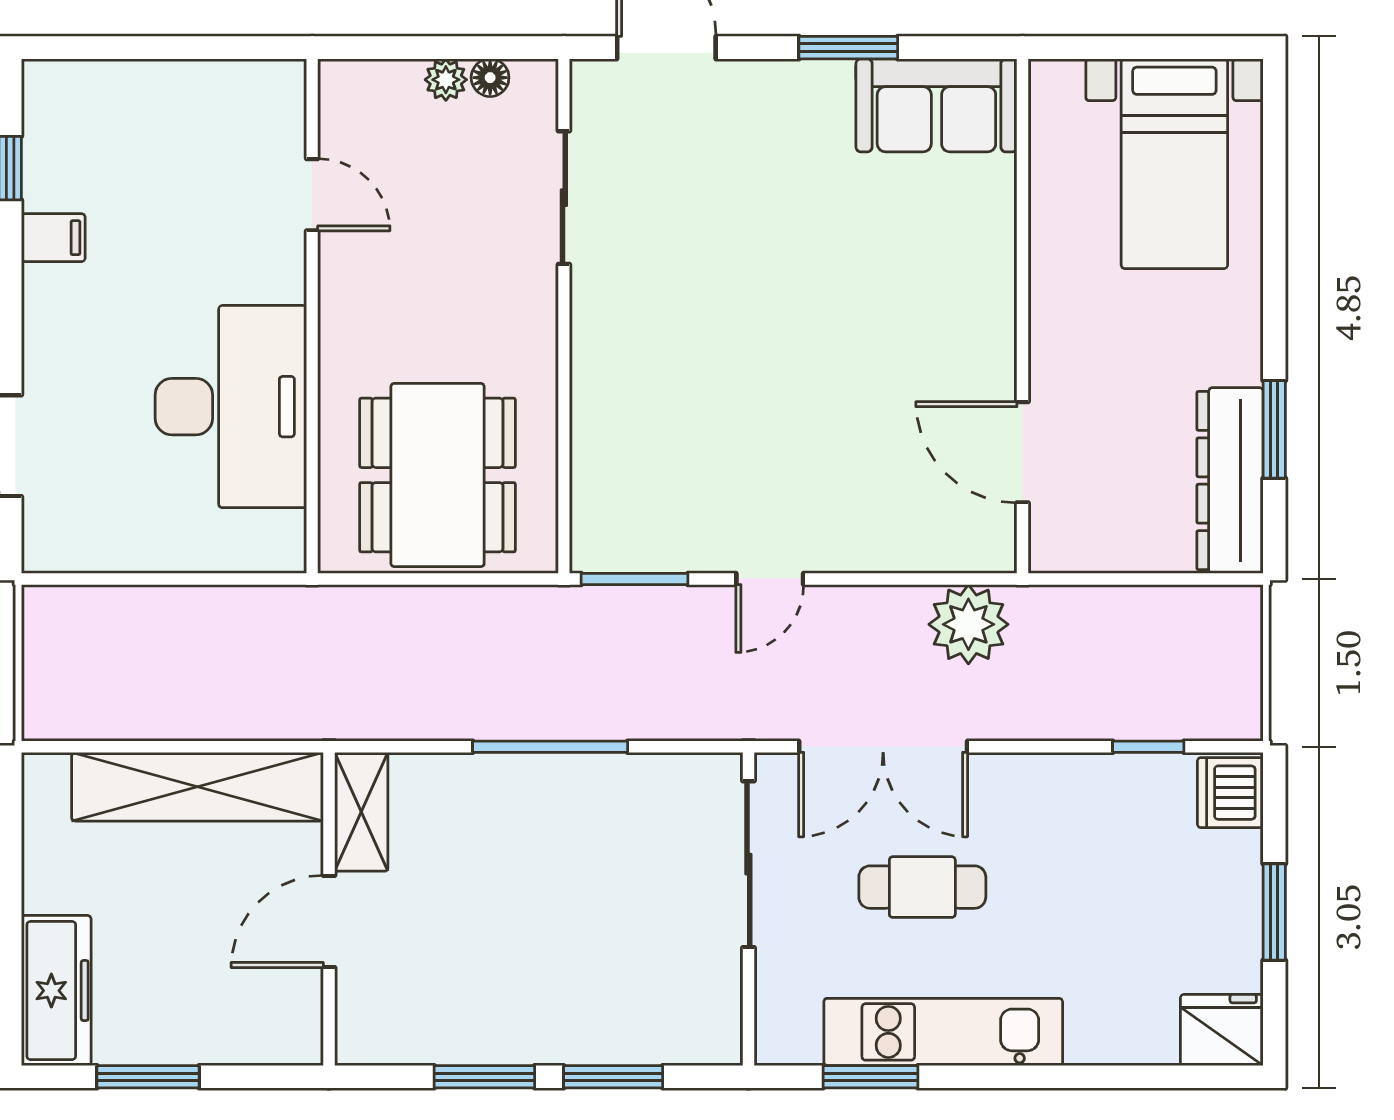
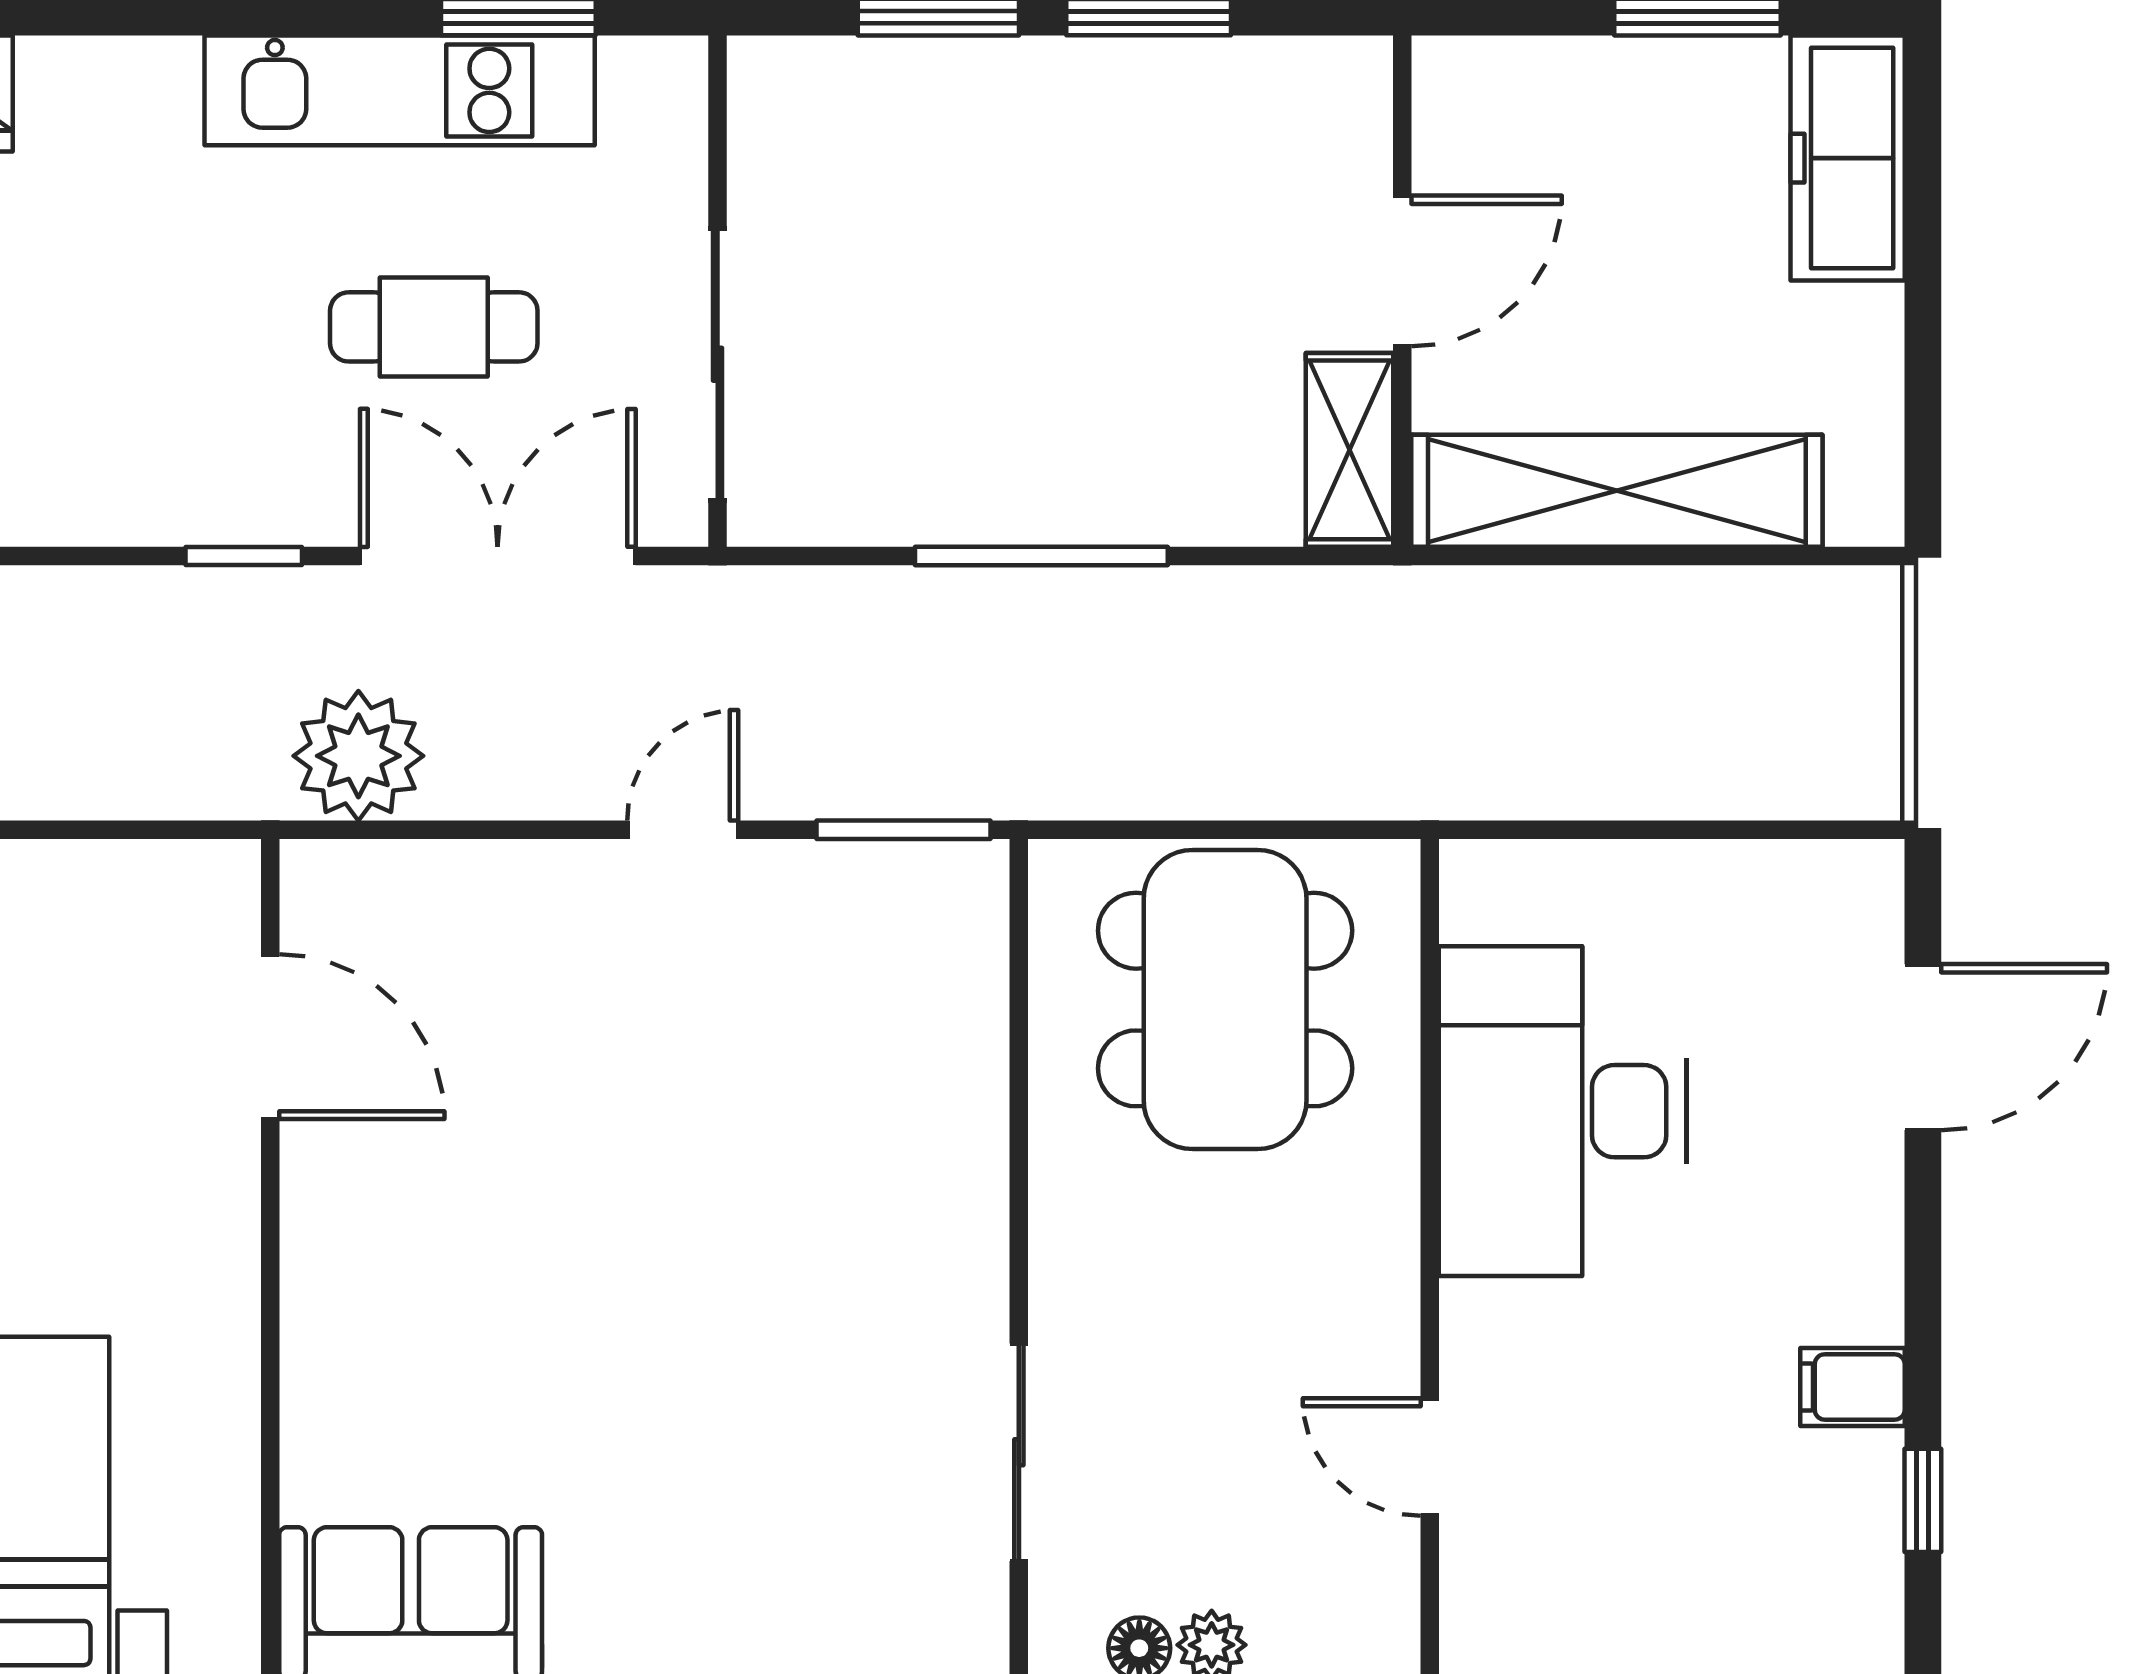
window: (1148, 747) -> (244, 556), moved

